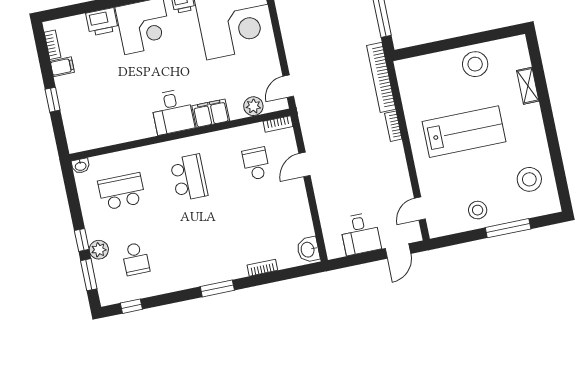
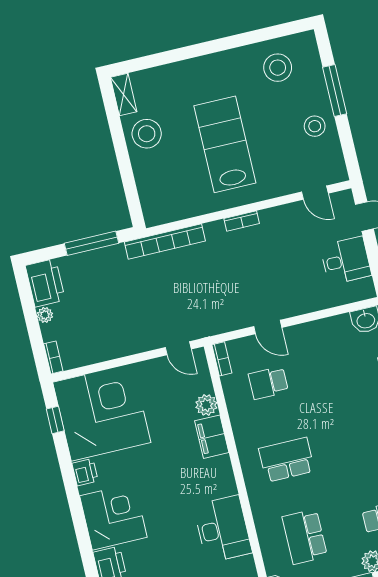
shelving: (528, 86) -> (124, 95), moved, turned 90
plant: (253, 106) -> (206, 405), moved
desk: (172, 112) -> (223, 529), moved, width x1.37
bookcase: (393, 126) -> (242, 221), moved

